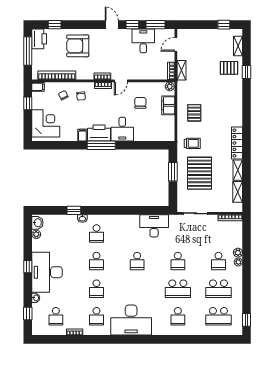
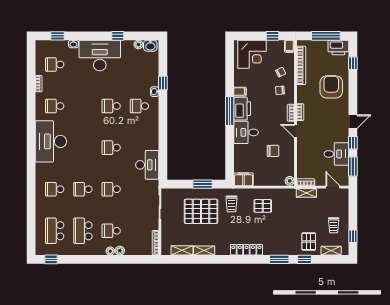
trolley: (213, 44) -> (334, 225), added
window: (247, 97) -> (279, 259), added
filing cabinet: (168, 105) -> (243, 179), moved
locker: (237, 143) -> (246, 250), moved
window: (28, 267) -> (118, 36), moved
school desk: (96, 289) -> (83, 106), removed
school desk: (178, 289) -> (83, 189), width x0.54

